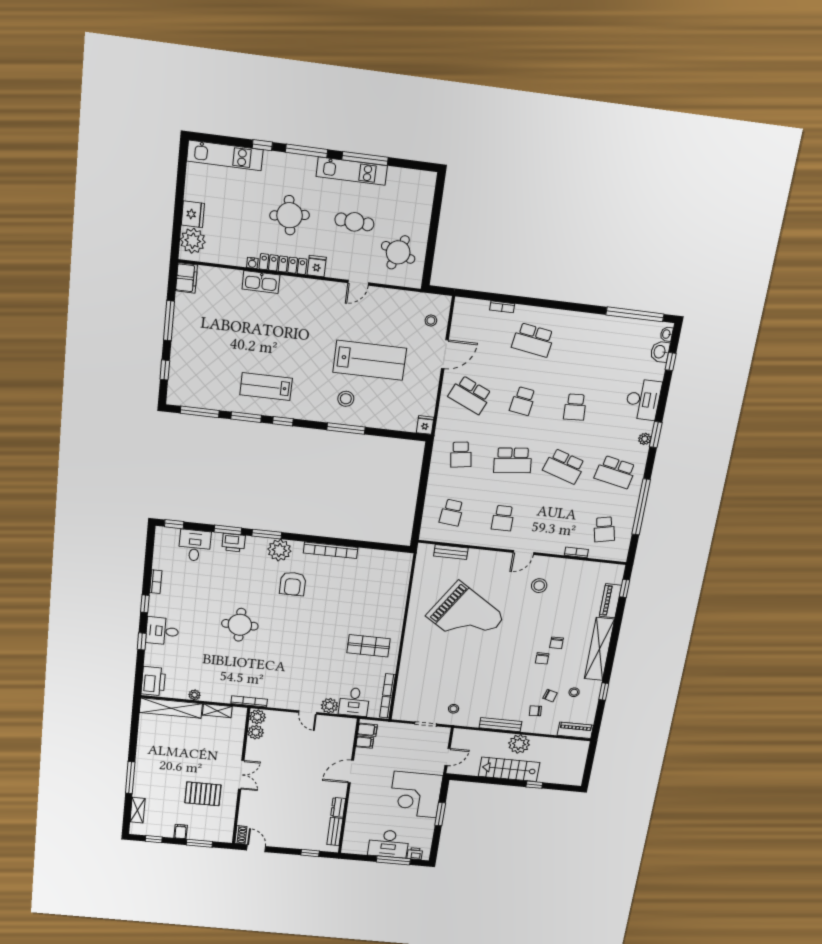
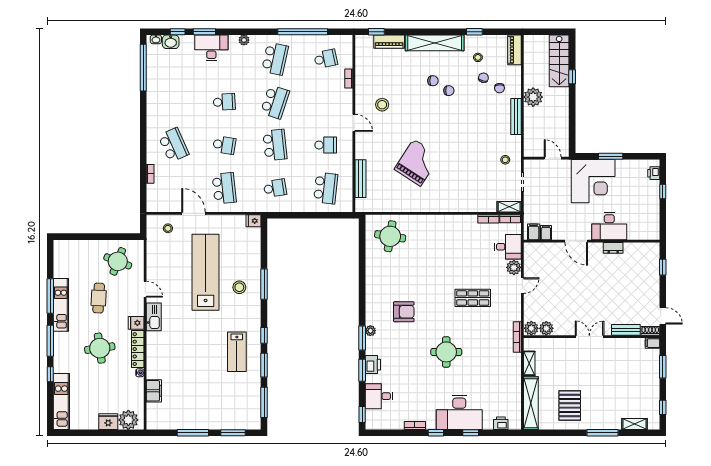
filing cabinet: (186, 278) -> (154, 391), moved, turned 90
kitchen sink: (261, 282) -> (154, 317), moved
school desk: (533, 340) -> (173, 145), turned -33
lab bench: (370, 360) -> (206, 272), width x1.36
window: (165, 370) -> (233, 433), width x1.50
school desk: (470, 395) -> (224, 188), turned -30
window: (656, 435) -> (204, 32), moved
school desk: (452, 513) -> (326, 188), width x1.85
plant: (279, 550) -> (370, 331), width x0.53, depth x0.53
bookcase: (331, 550) -> (370, 284), removed
bench: (451, 552) -> (360, 179), width x1.36
round table: (384, 578) -> (390, 236), added
grand piano: (465, 616) -> (417, 163), width x0.73, depth x0.68
desk: (162, 631) -> (459, 412), width x1.87, depth x1.30
shop shelf: (369, 646) -> (473, 298), moved, turned 90
printer: (153, 681) -> (501, 423), width x0.53, depth x0.68
plant: (195, 695) -> (516, 384), removed
shelving: (400, 708) -> (509, 207), added
stairs: (509, 769) -> (559, 61), moved
pallet: (203, 794) -> (570, 405), moved
filing cabinet: (181, 832) -> (652, 343), moved
bench: (335, 832) -> (626, 330), moved
desk: (389, 844) -> (609, 226), moved, turned 90
door: (256, 848) -> (663, 316), swing flipped
window: (393, 860) -> (663, 191), width x0.46

